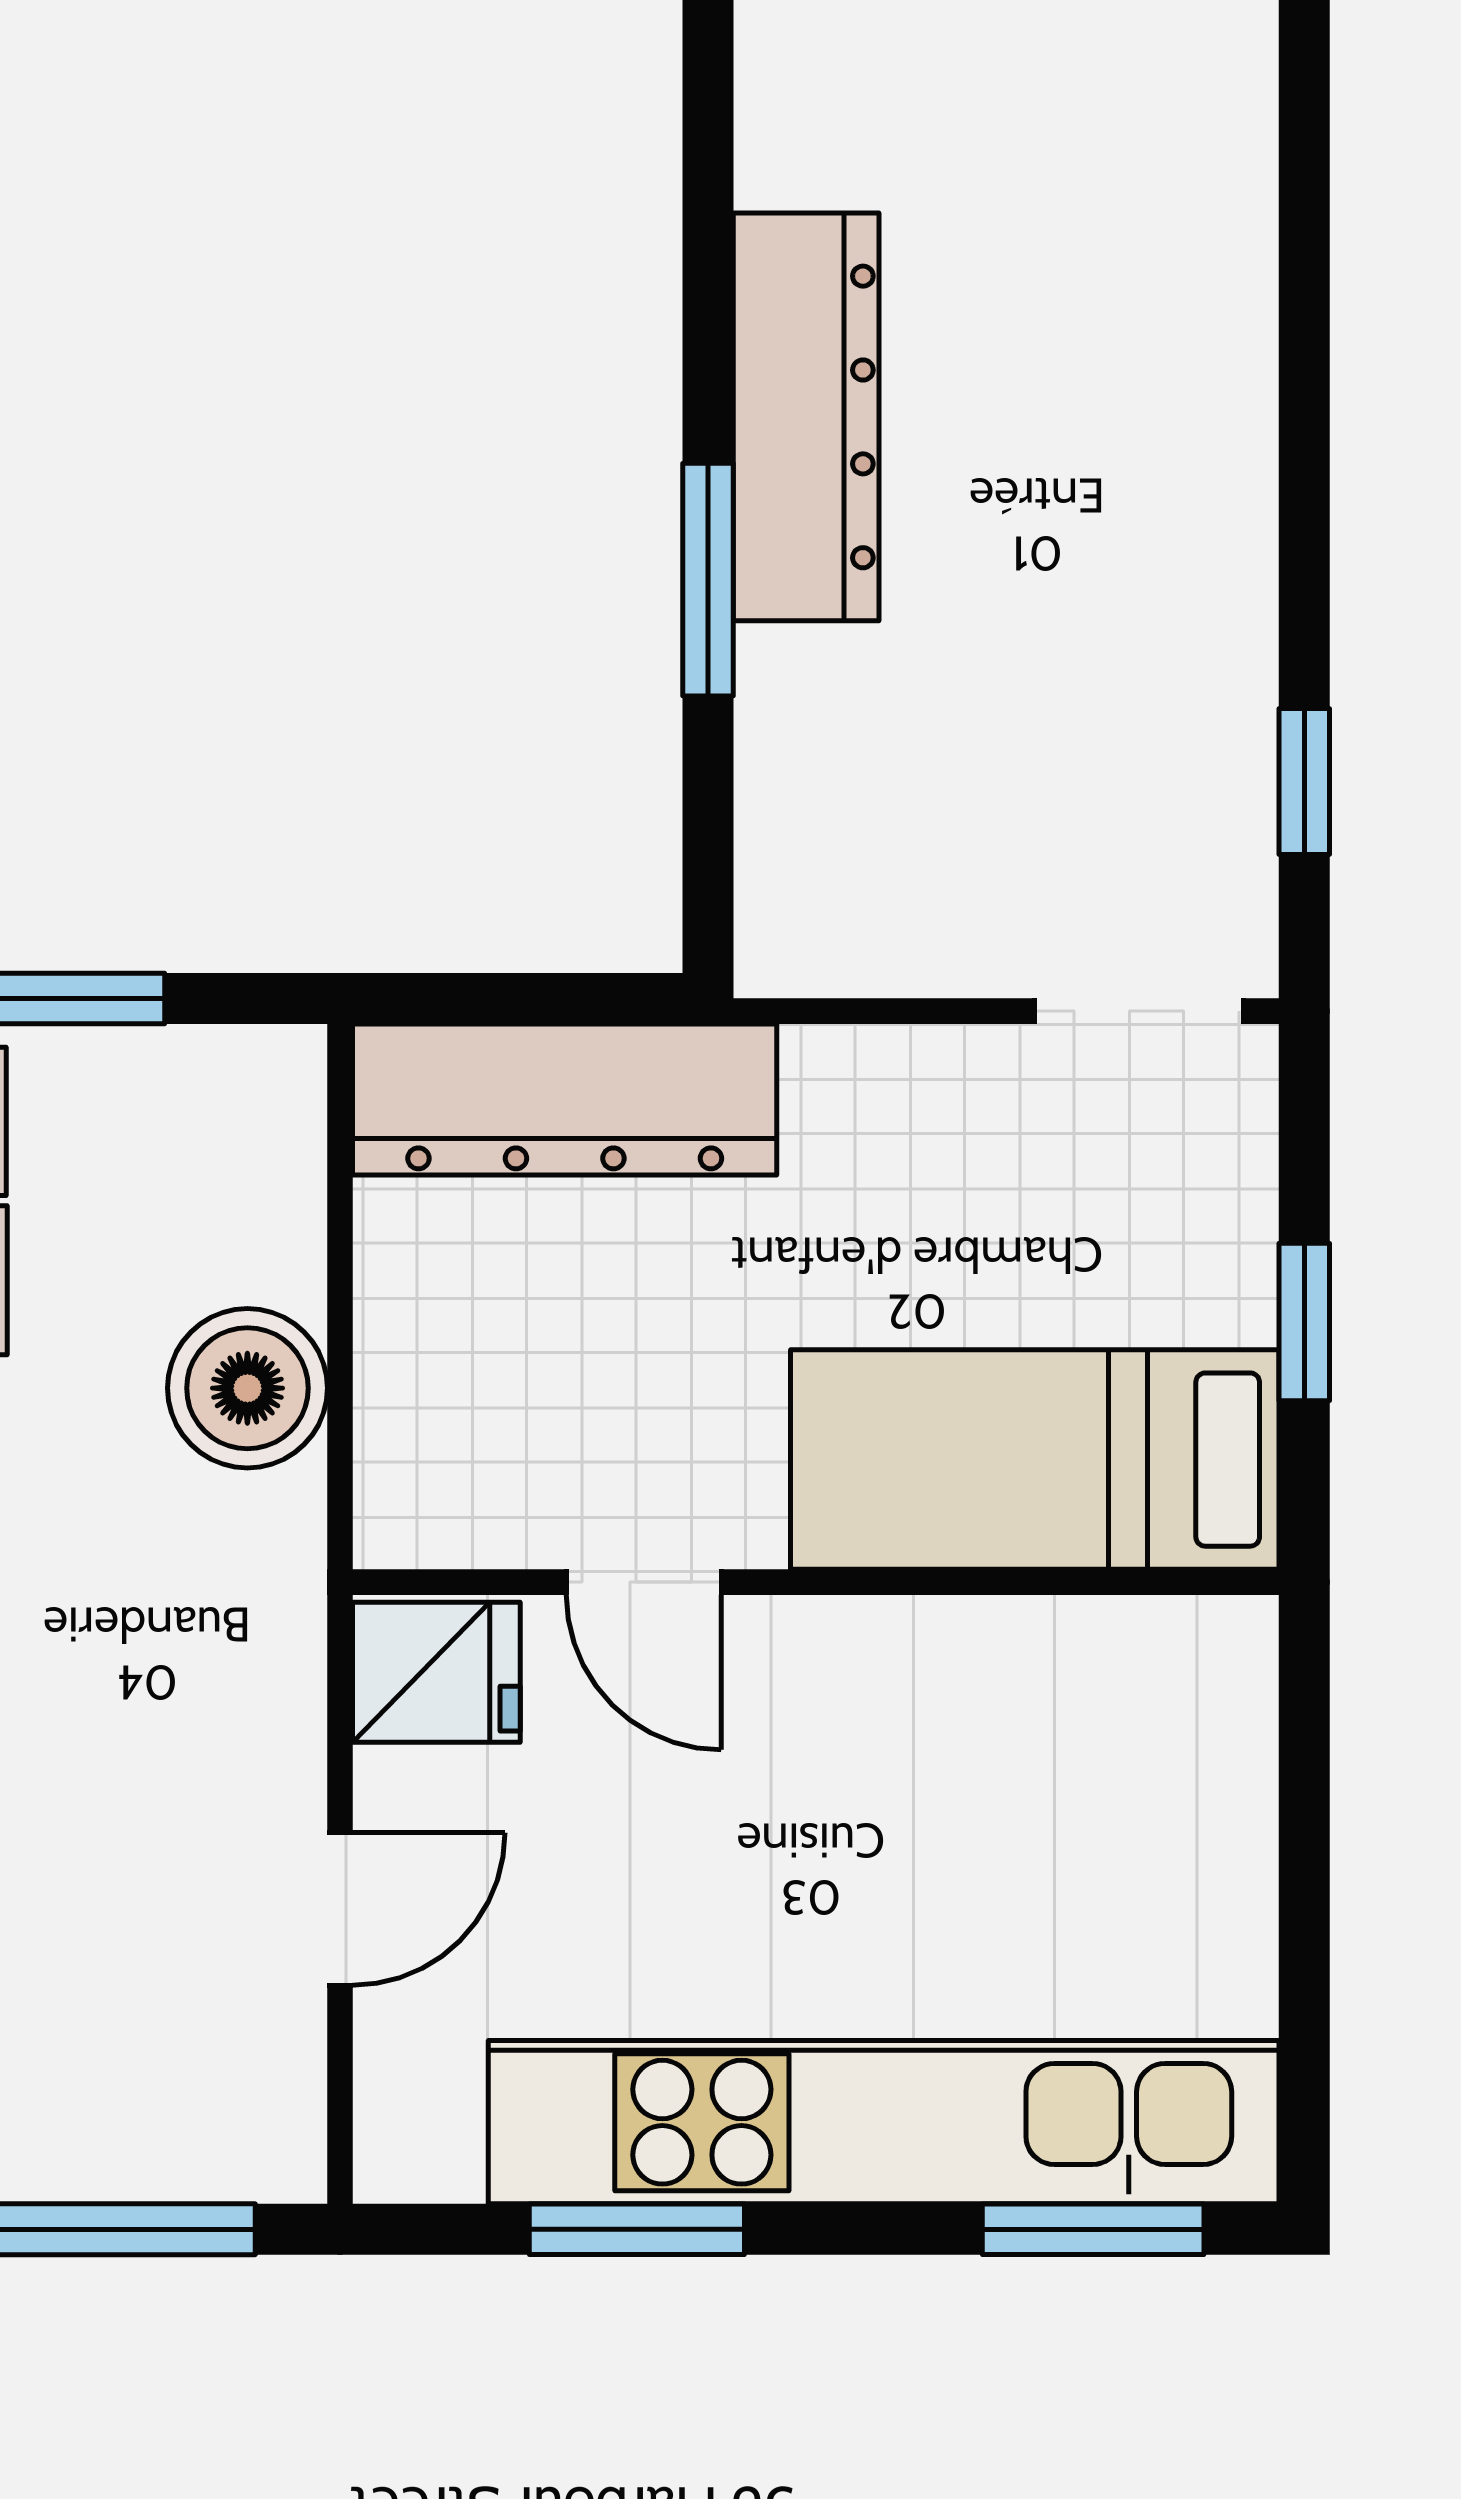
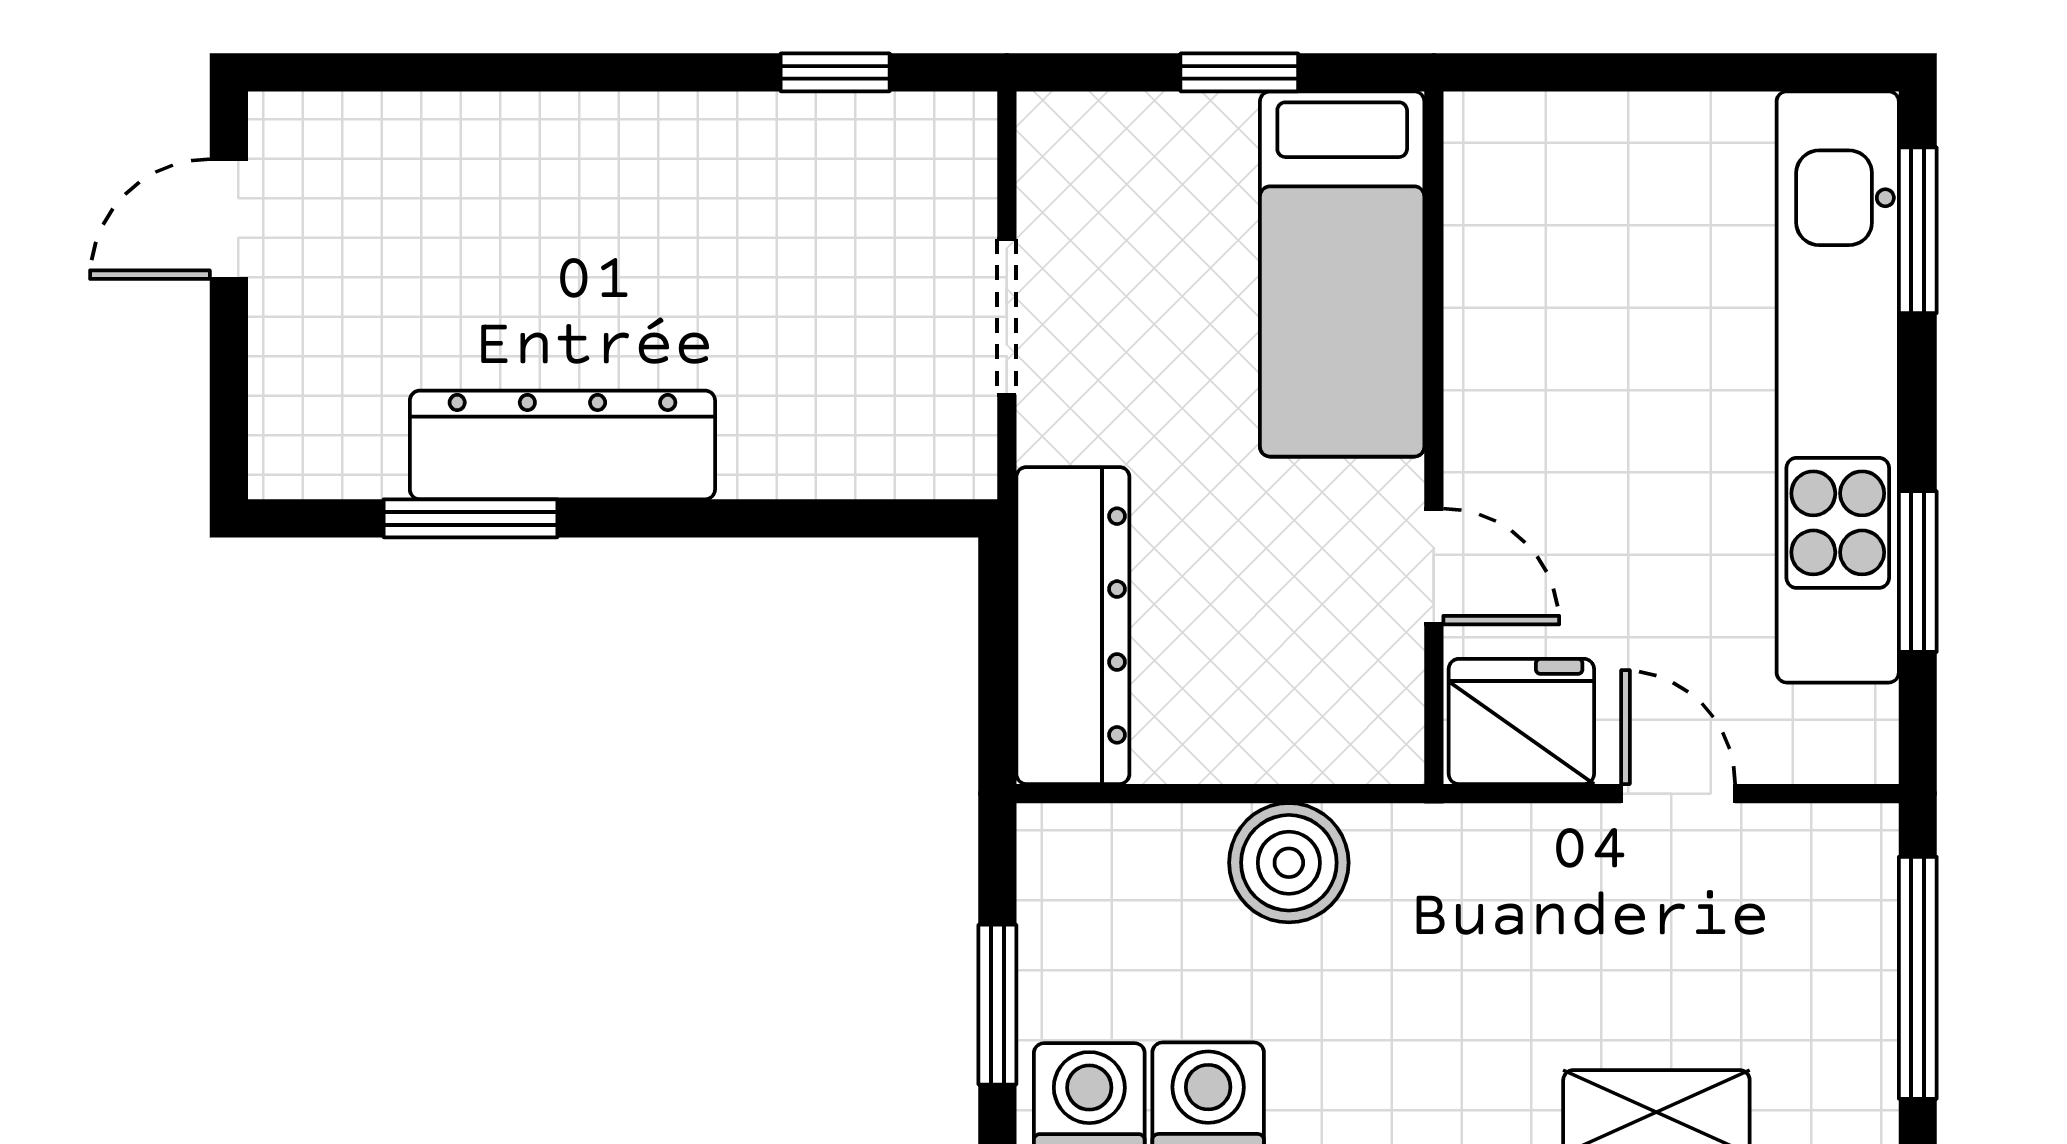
window: (708, 580) -> (470, 518), moved
doorway: (1139, 1011) -> (1007, 317), moved
door: (644, 1582) -> (1434, 566), hinge flipped
fridge: (436, 1672) -> (1521, 721), width x1.38

